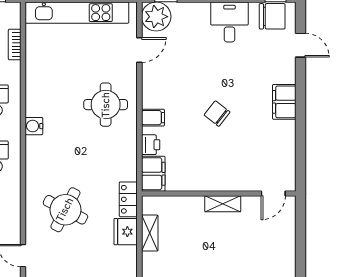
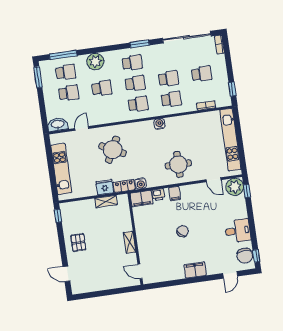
water cooler: (128, 171) -> (141, 184), added

